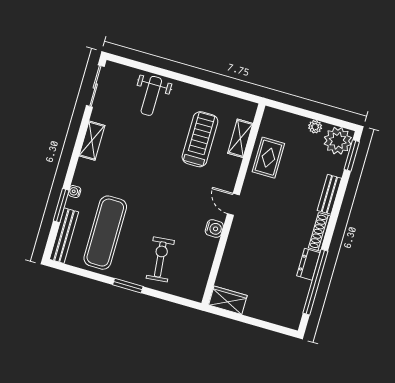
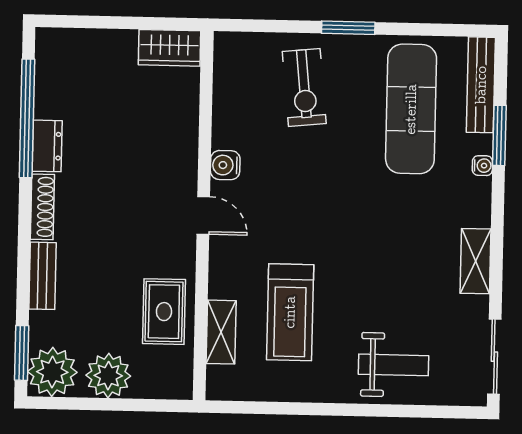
weight bench: (151, 96) -> (394, 365), turned 90
plant: (315, 127) -> (108, 376), width x1.88, depth x1.88

